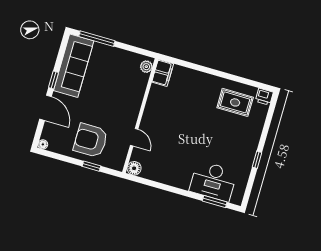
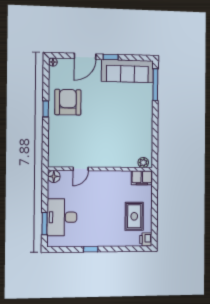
plant: (146, 67) -> (143, 163), moved
filing cabinet: (163, 73) -> (142, 178), moved
wall: (140, 116) -> (101, 169), moved
door: (134, 137) -> (81, 169), moved
floor lamp: (134, 168) -> (54, 176), moved

